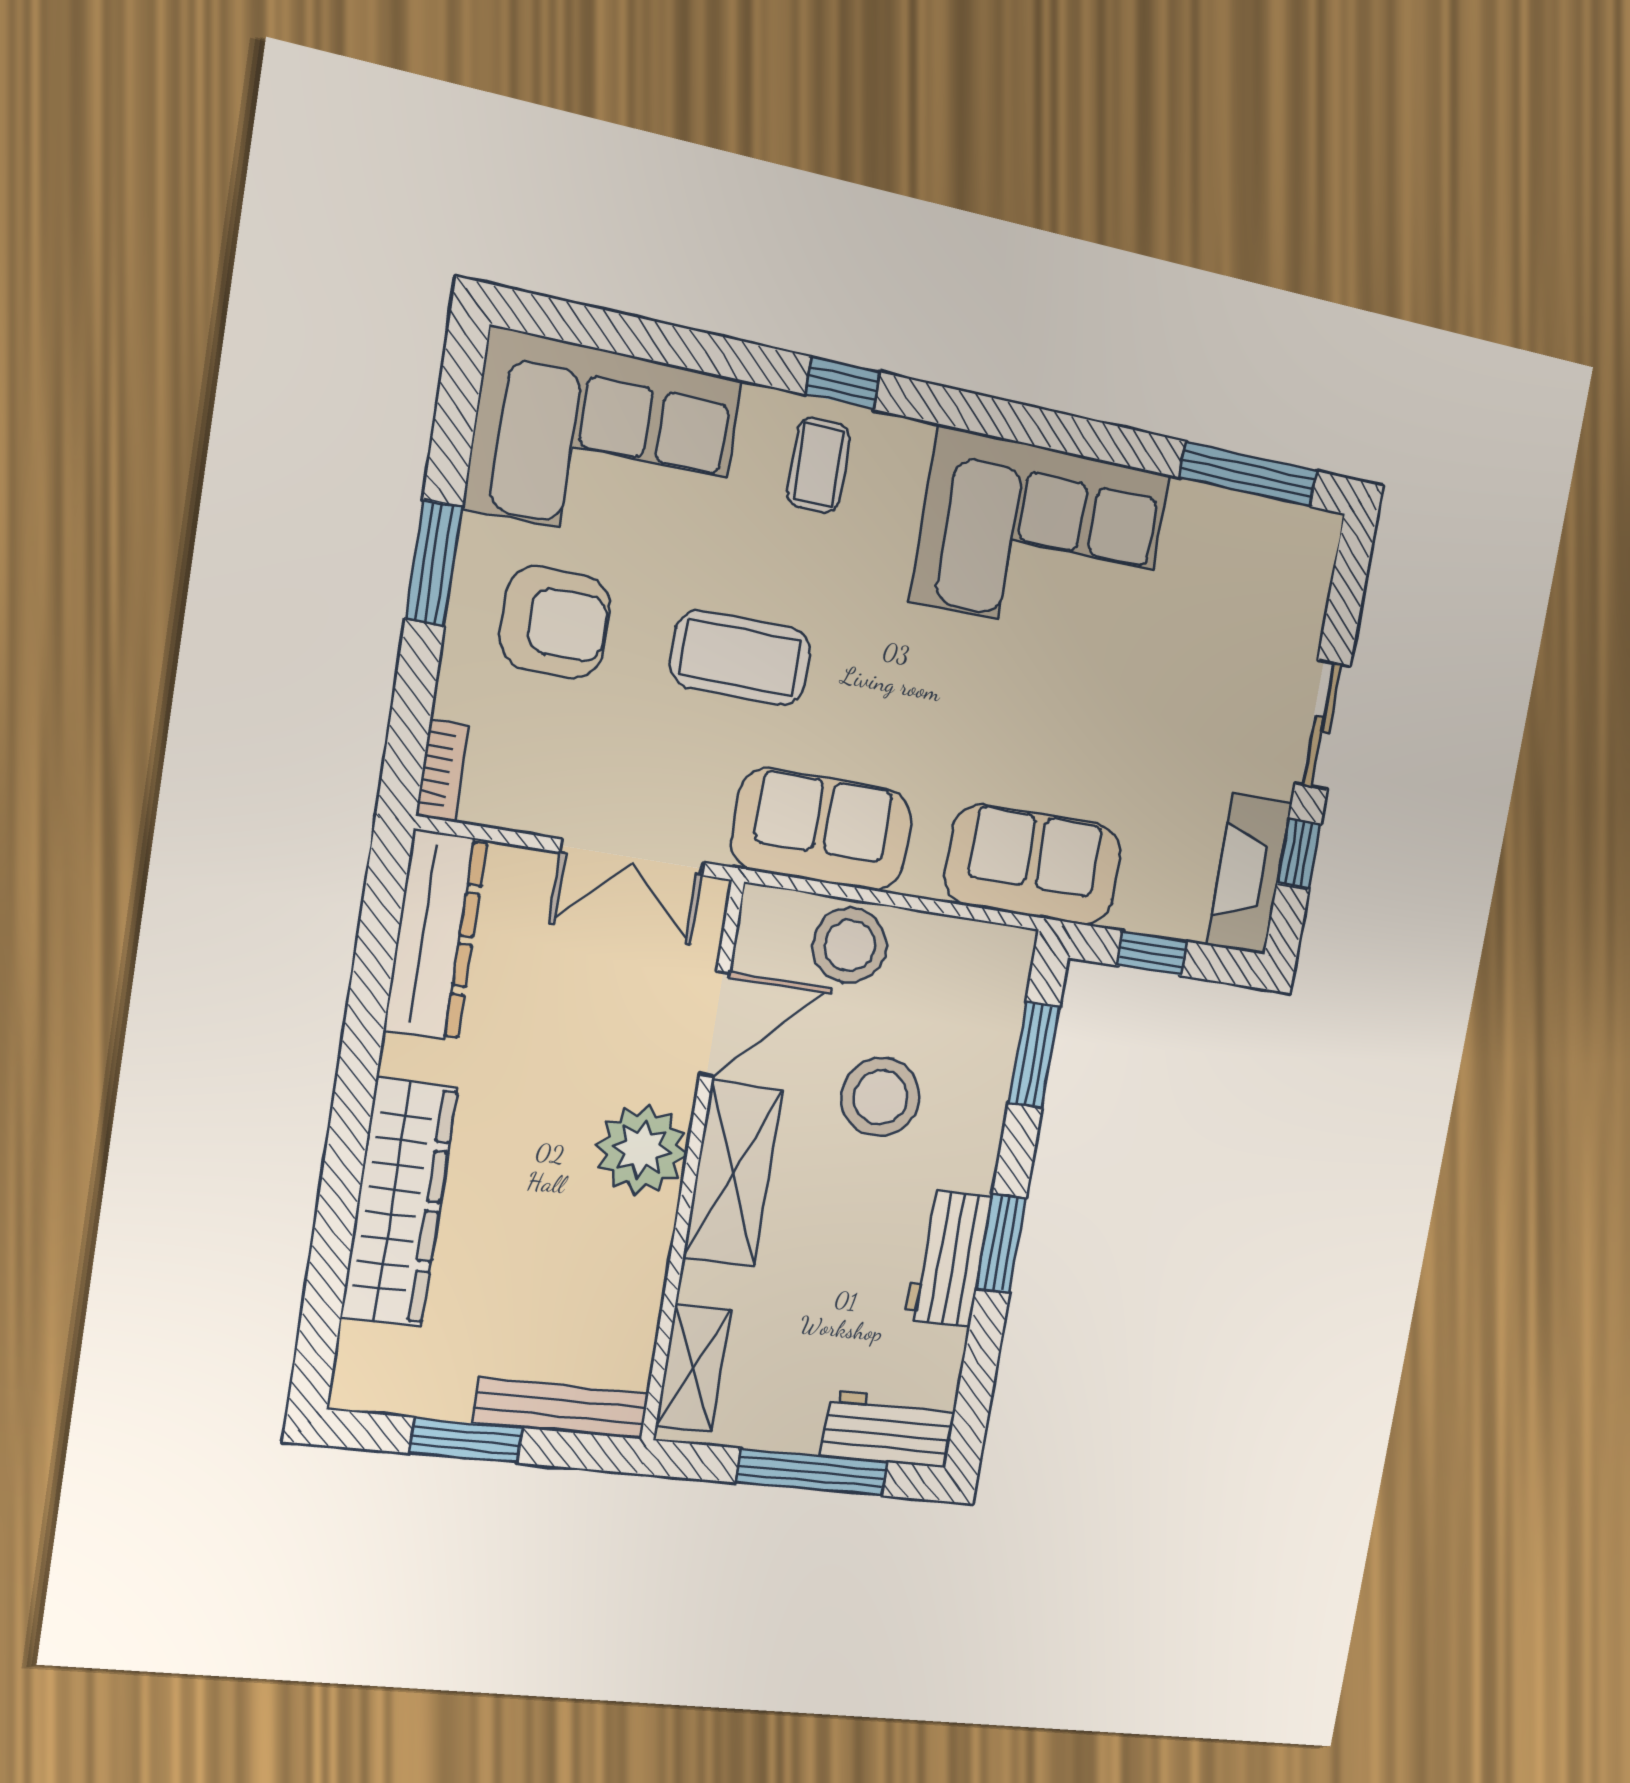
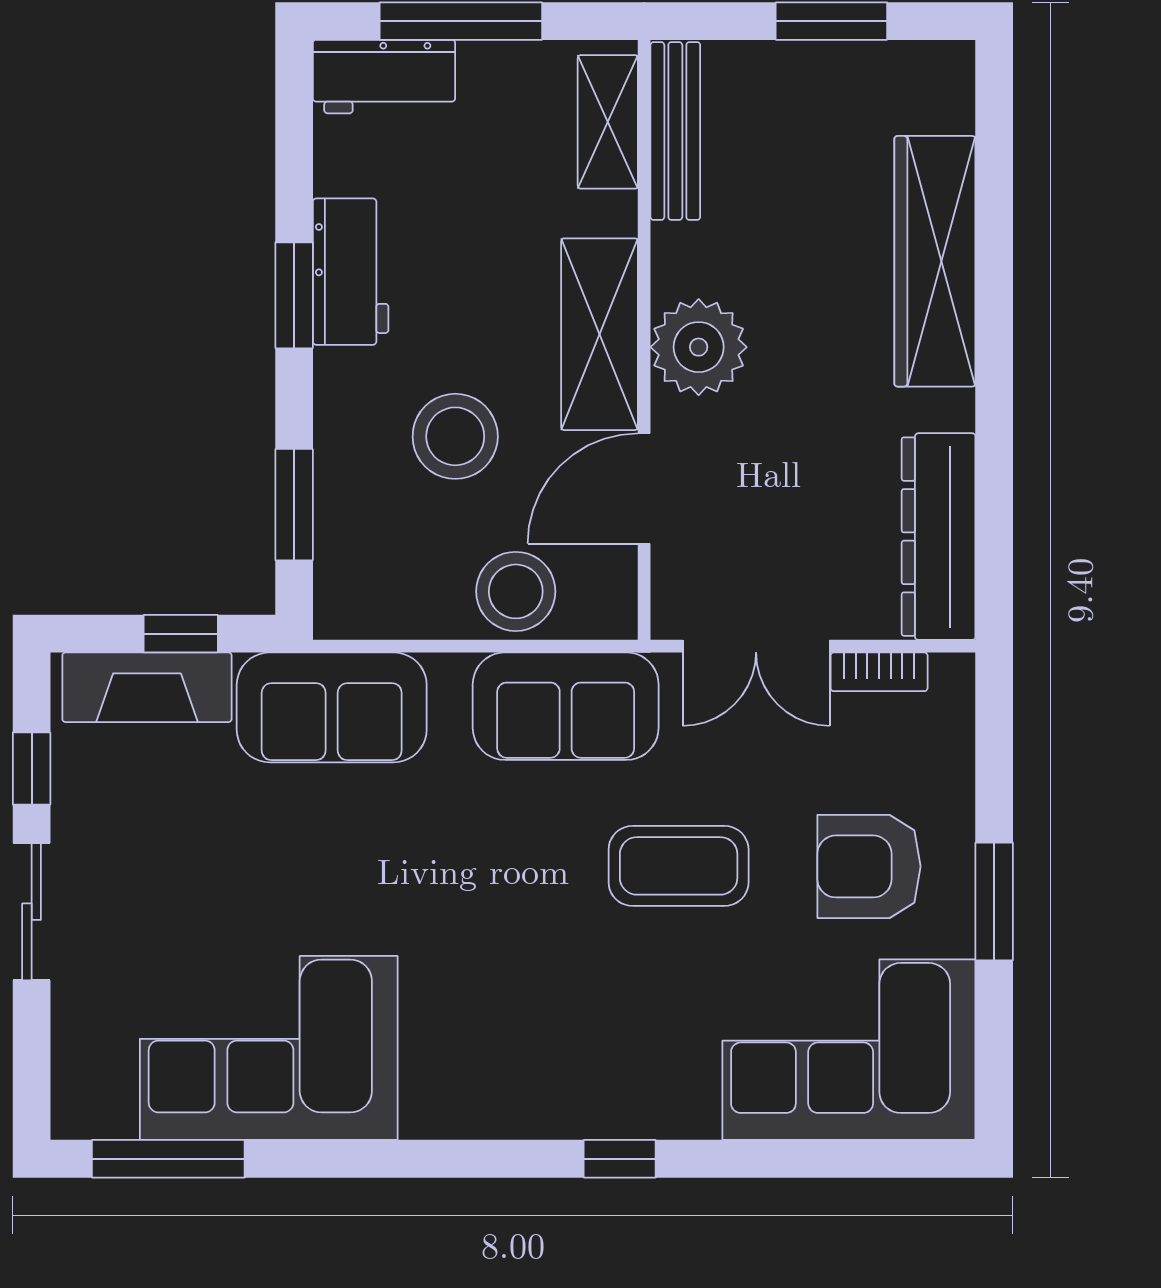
coffee table: (819, 465) -> (631, 1073), removed
corner sofa: (1041, 537) -> (269, 1048), moved
bookcase: (442, 771) -> (879, 672), moved, turned -90
double door: (632, 857) -> (756, 646), swing flipped
fireplace: (1249, 874) -> (147, 687), moved, turned 90
bench: (561, 1408) -> (675, 131), moved, turned 90

